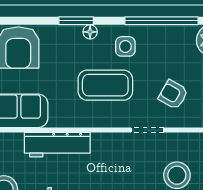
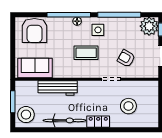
window: (76, 21) -> (69, 15), width x2.11
coffee table: (105, 85) -> (86, 53), width x0.73, depth x0.76

